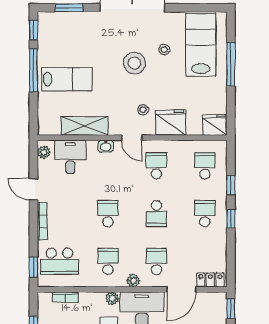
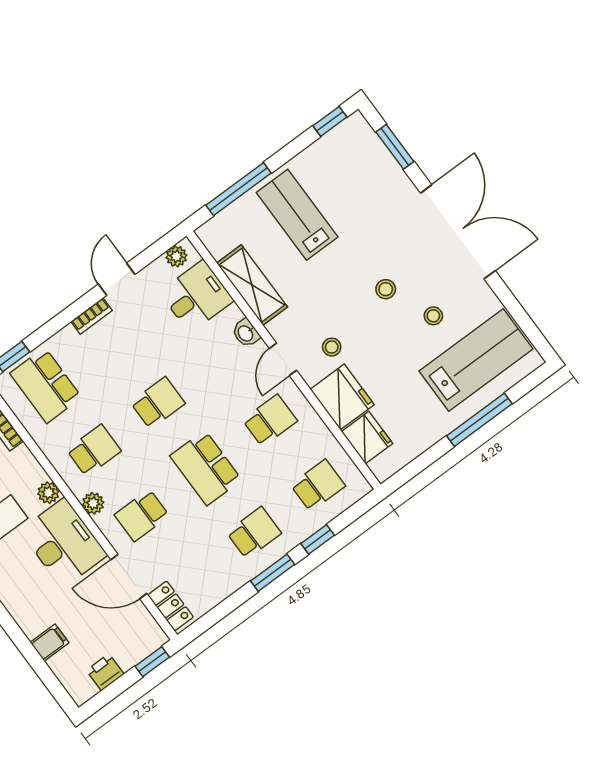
stool: (134, 63) -> (386, 289), width x0.53, depth x0.53
window: (34, 70) -> (238, 189), moved
lab bench: (67, 79) -> (297, 215), turned 180
fridge: (215, 125) -> (367, 437), moved
school desk: (156, 214) -> (206, 468), width x1.85
window: (231, 219) -> (273, 573), width x1.50
bookcase: (42, 221) -> (92, 316), width x0.64
school desk: (156, 261) -> (142, 515), turned 180

